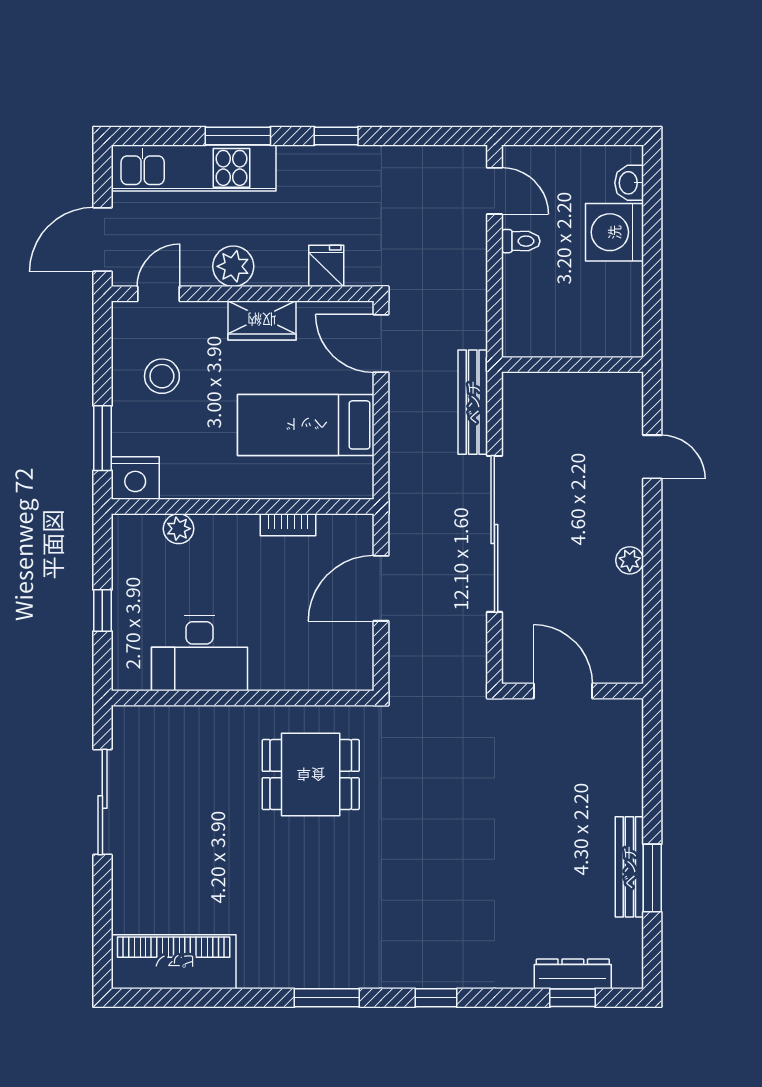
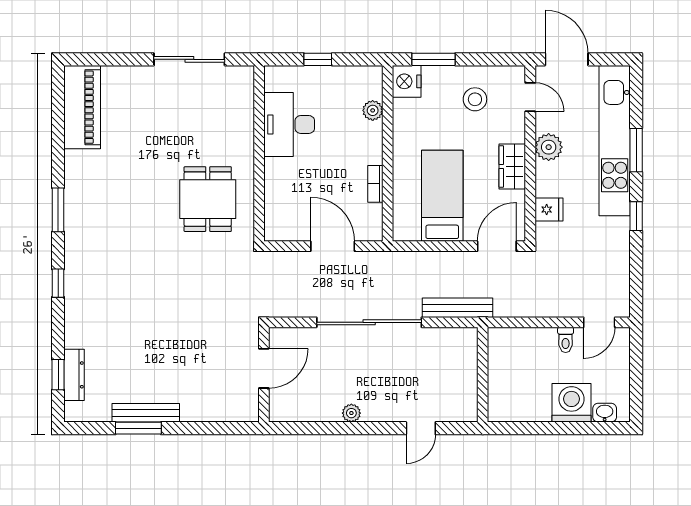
kitchen unit: (194, 168) -> (615, 141), width x1.36

